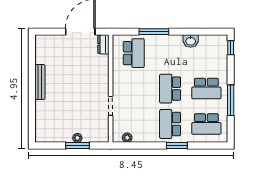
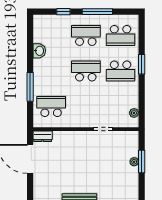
window: (231, 48) -> (63, 12), moved
school desk: (170, 89) -> (86, 71), turned 180
school desk: (206, 89) -> (86, 35), turned -90
school desk: (206, 124) -> (121, 35), turned 90

